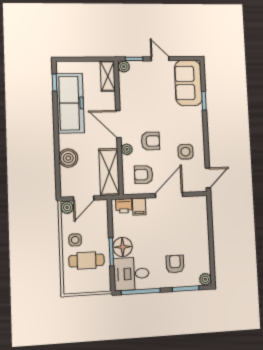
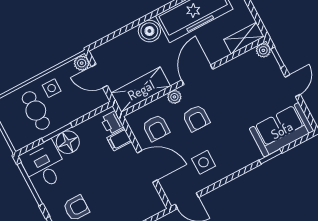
boiler: (68, 158) -> (149, 31), moved
armchair: (144, 175) -> (156, 128), turned 180

